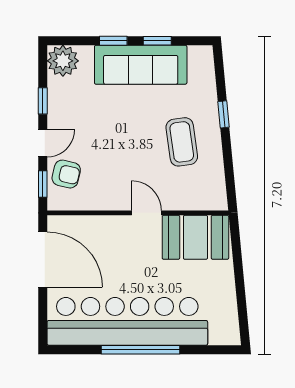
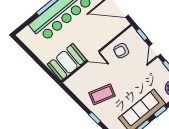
coffee table: (182, 142) -> (102, 94), turned -65
armchair: (66, 174) -> (121, 51), moved

